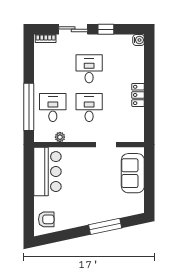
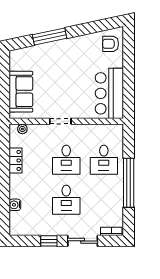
water cooler: (139, 40) -> (15, 205), moved
locker: (138, 95) -> (15, 160), moved
window: (29, 107) -> (129, 183), moved
plant: (60, 137) -> (22, 129), moved
doorway: (106, 145) -> (60, 121), moved

